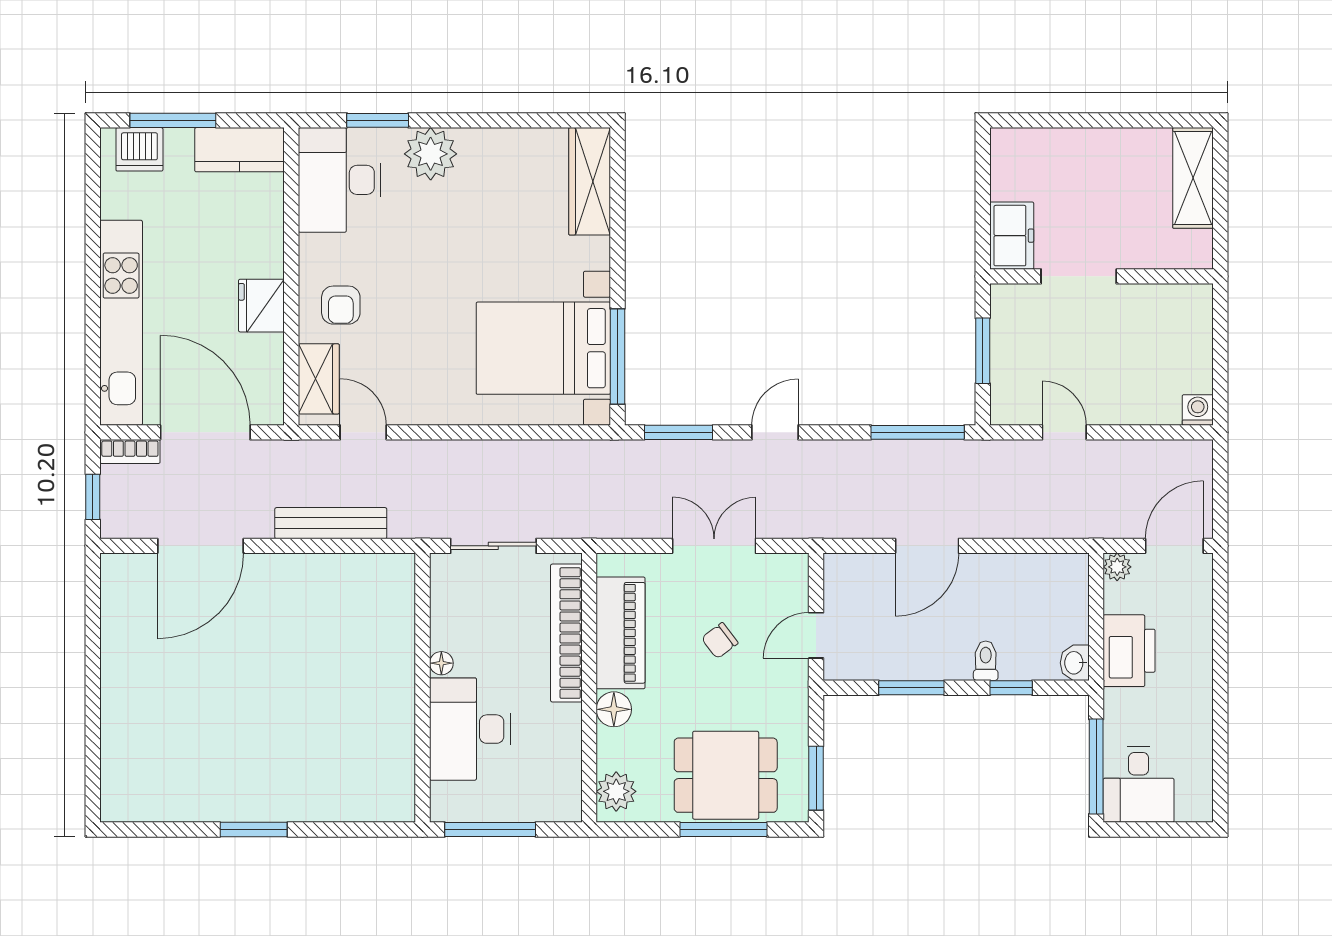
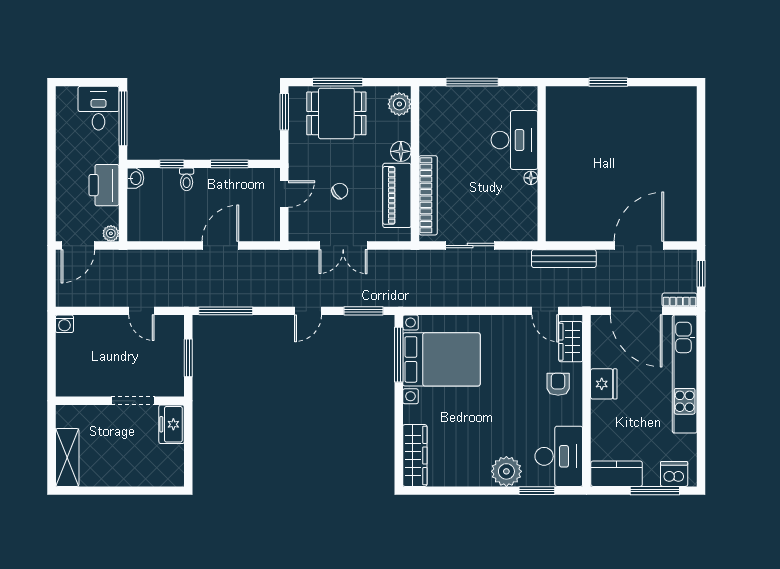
floor lamp: (441, 663) -> (531, 178), moved
wall: (423, 688) -> (542, 164), moved
desk: (470, 729) -> (514, 140), moved

